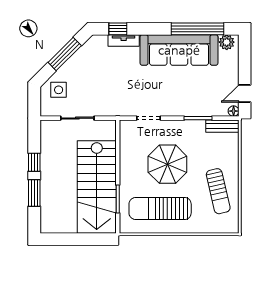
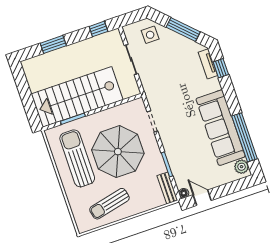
tv unit: (124, 40) -> (208, 64), moved
window: (34, 162) -> (98, 29), moved
parasol: (167, 164) -> (118, 152), width x1.36, depth x1.36

